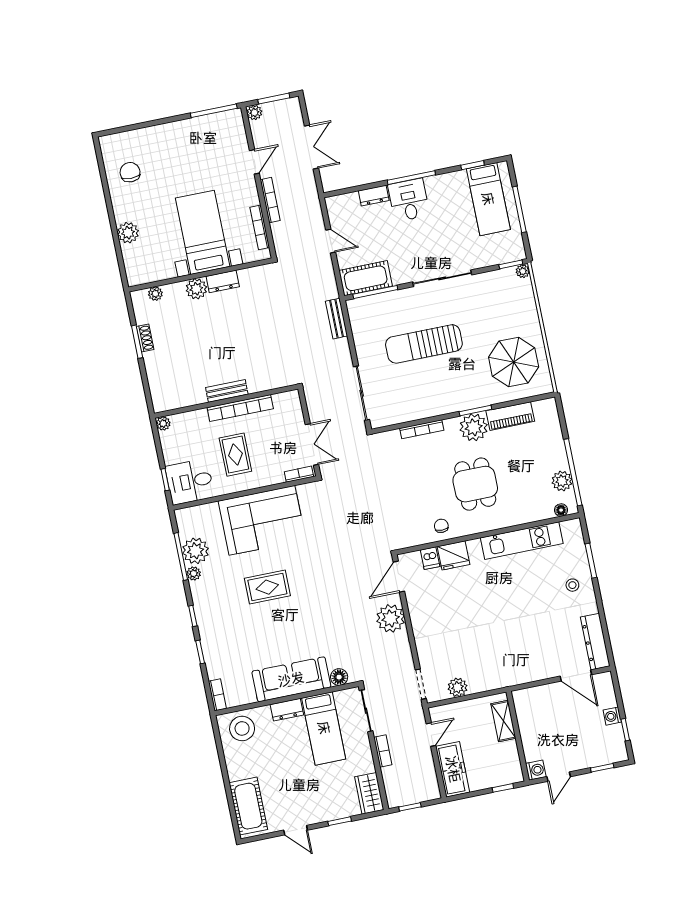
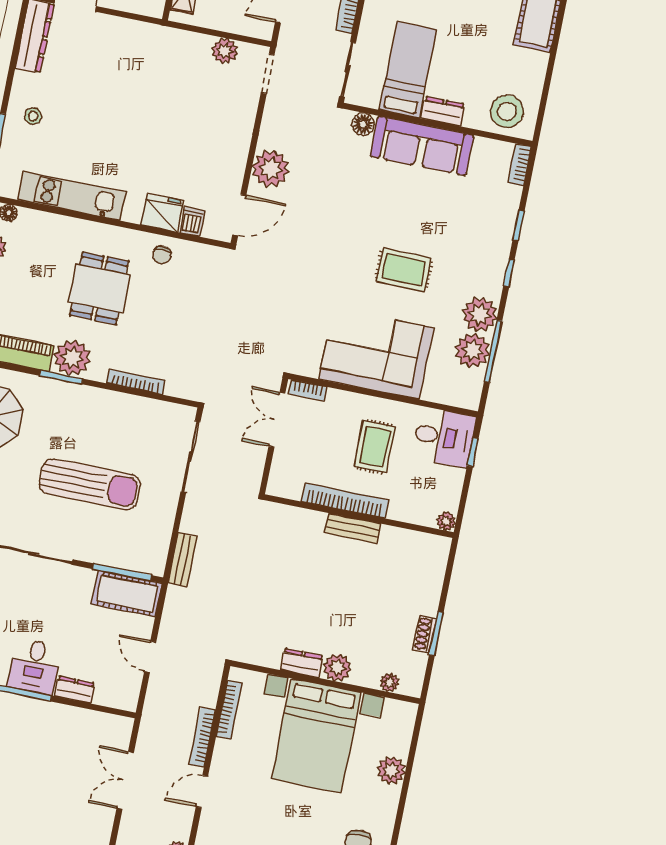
bed with nightstands: (203, 232) -> (316, 736), width x1.36
plant: (194, 573) -> (480, 314), width x1.88, depth x1.88

